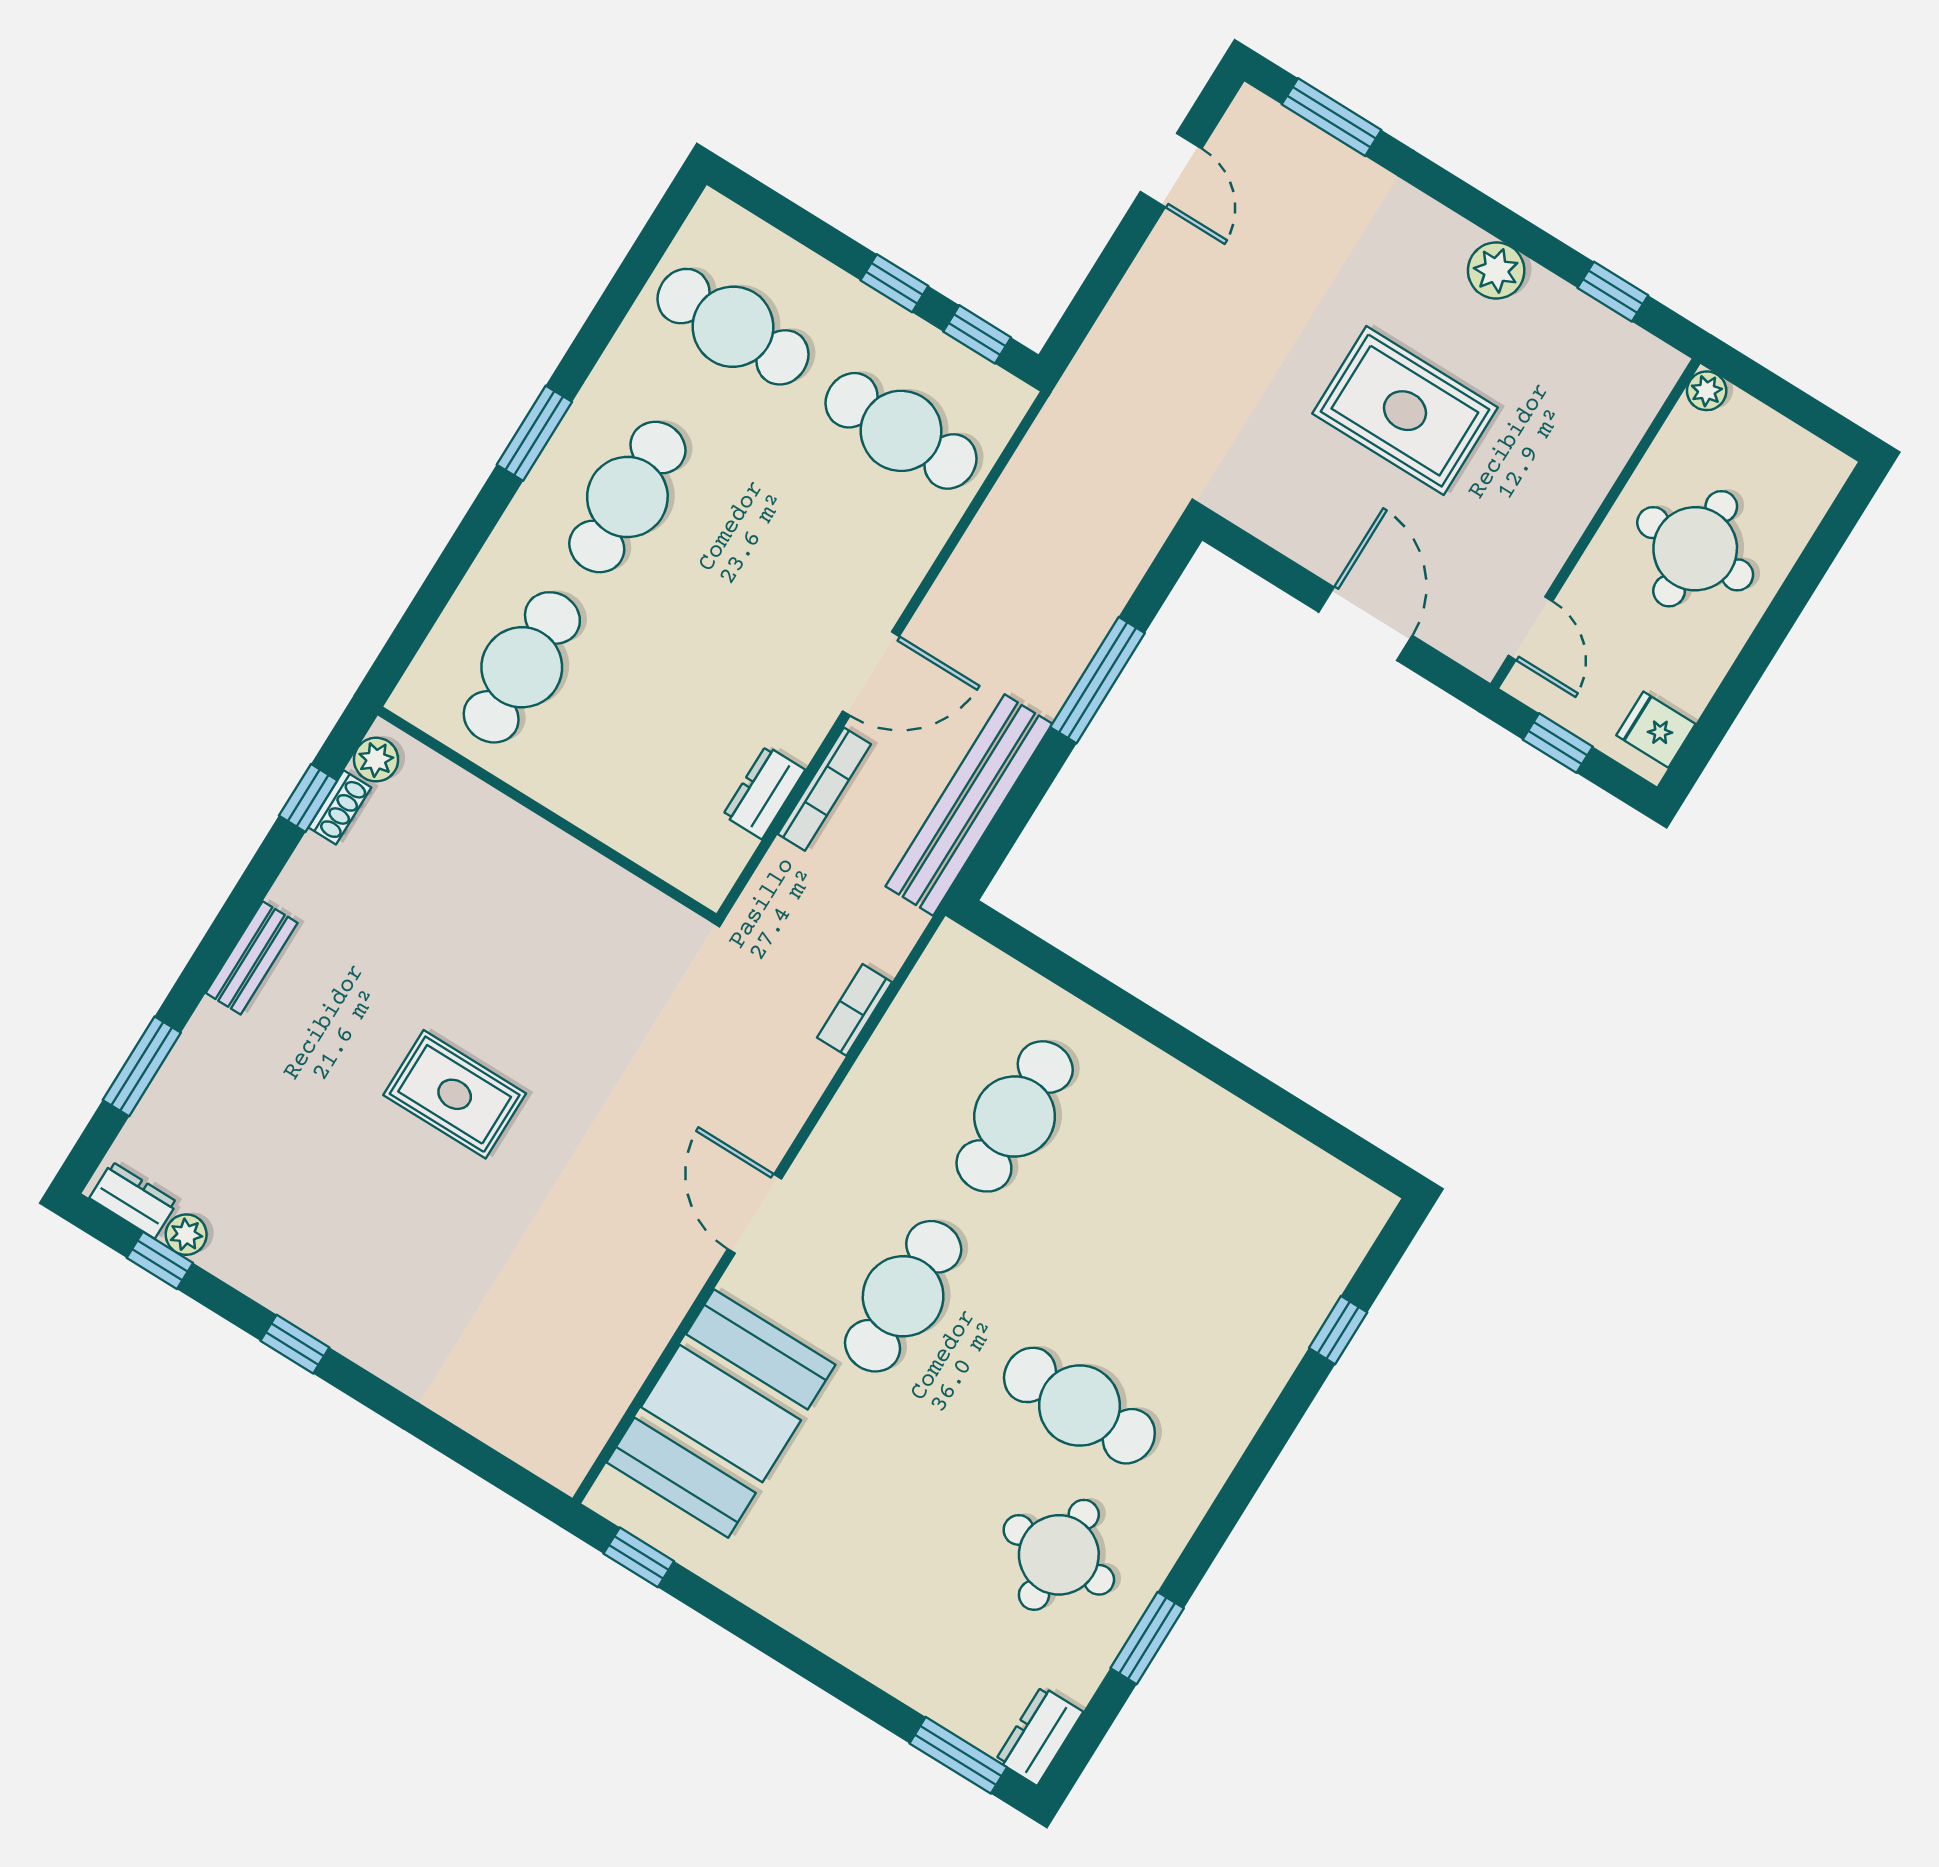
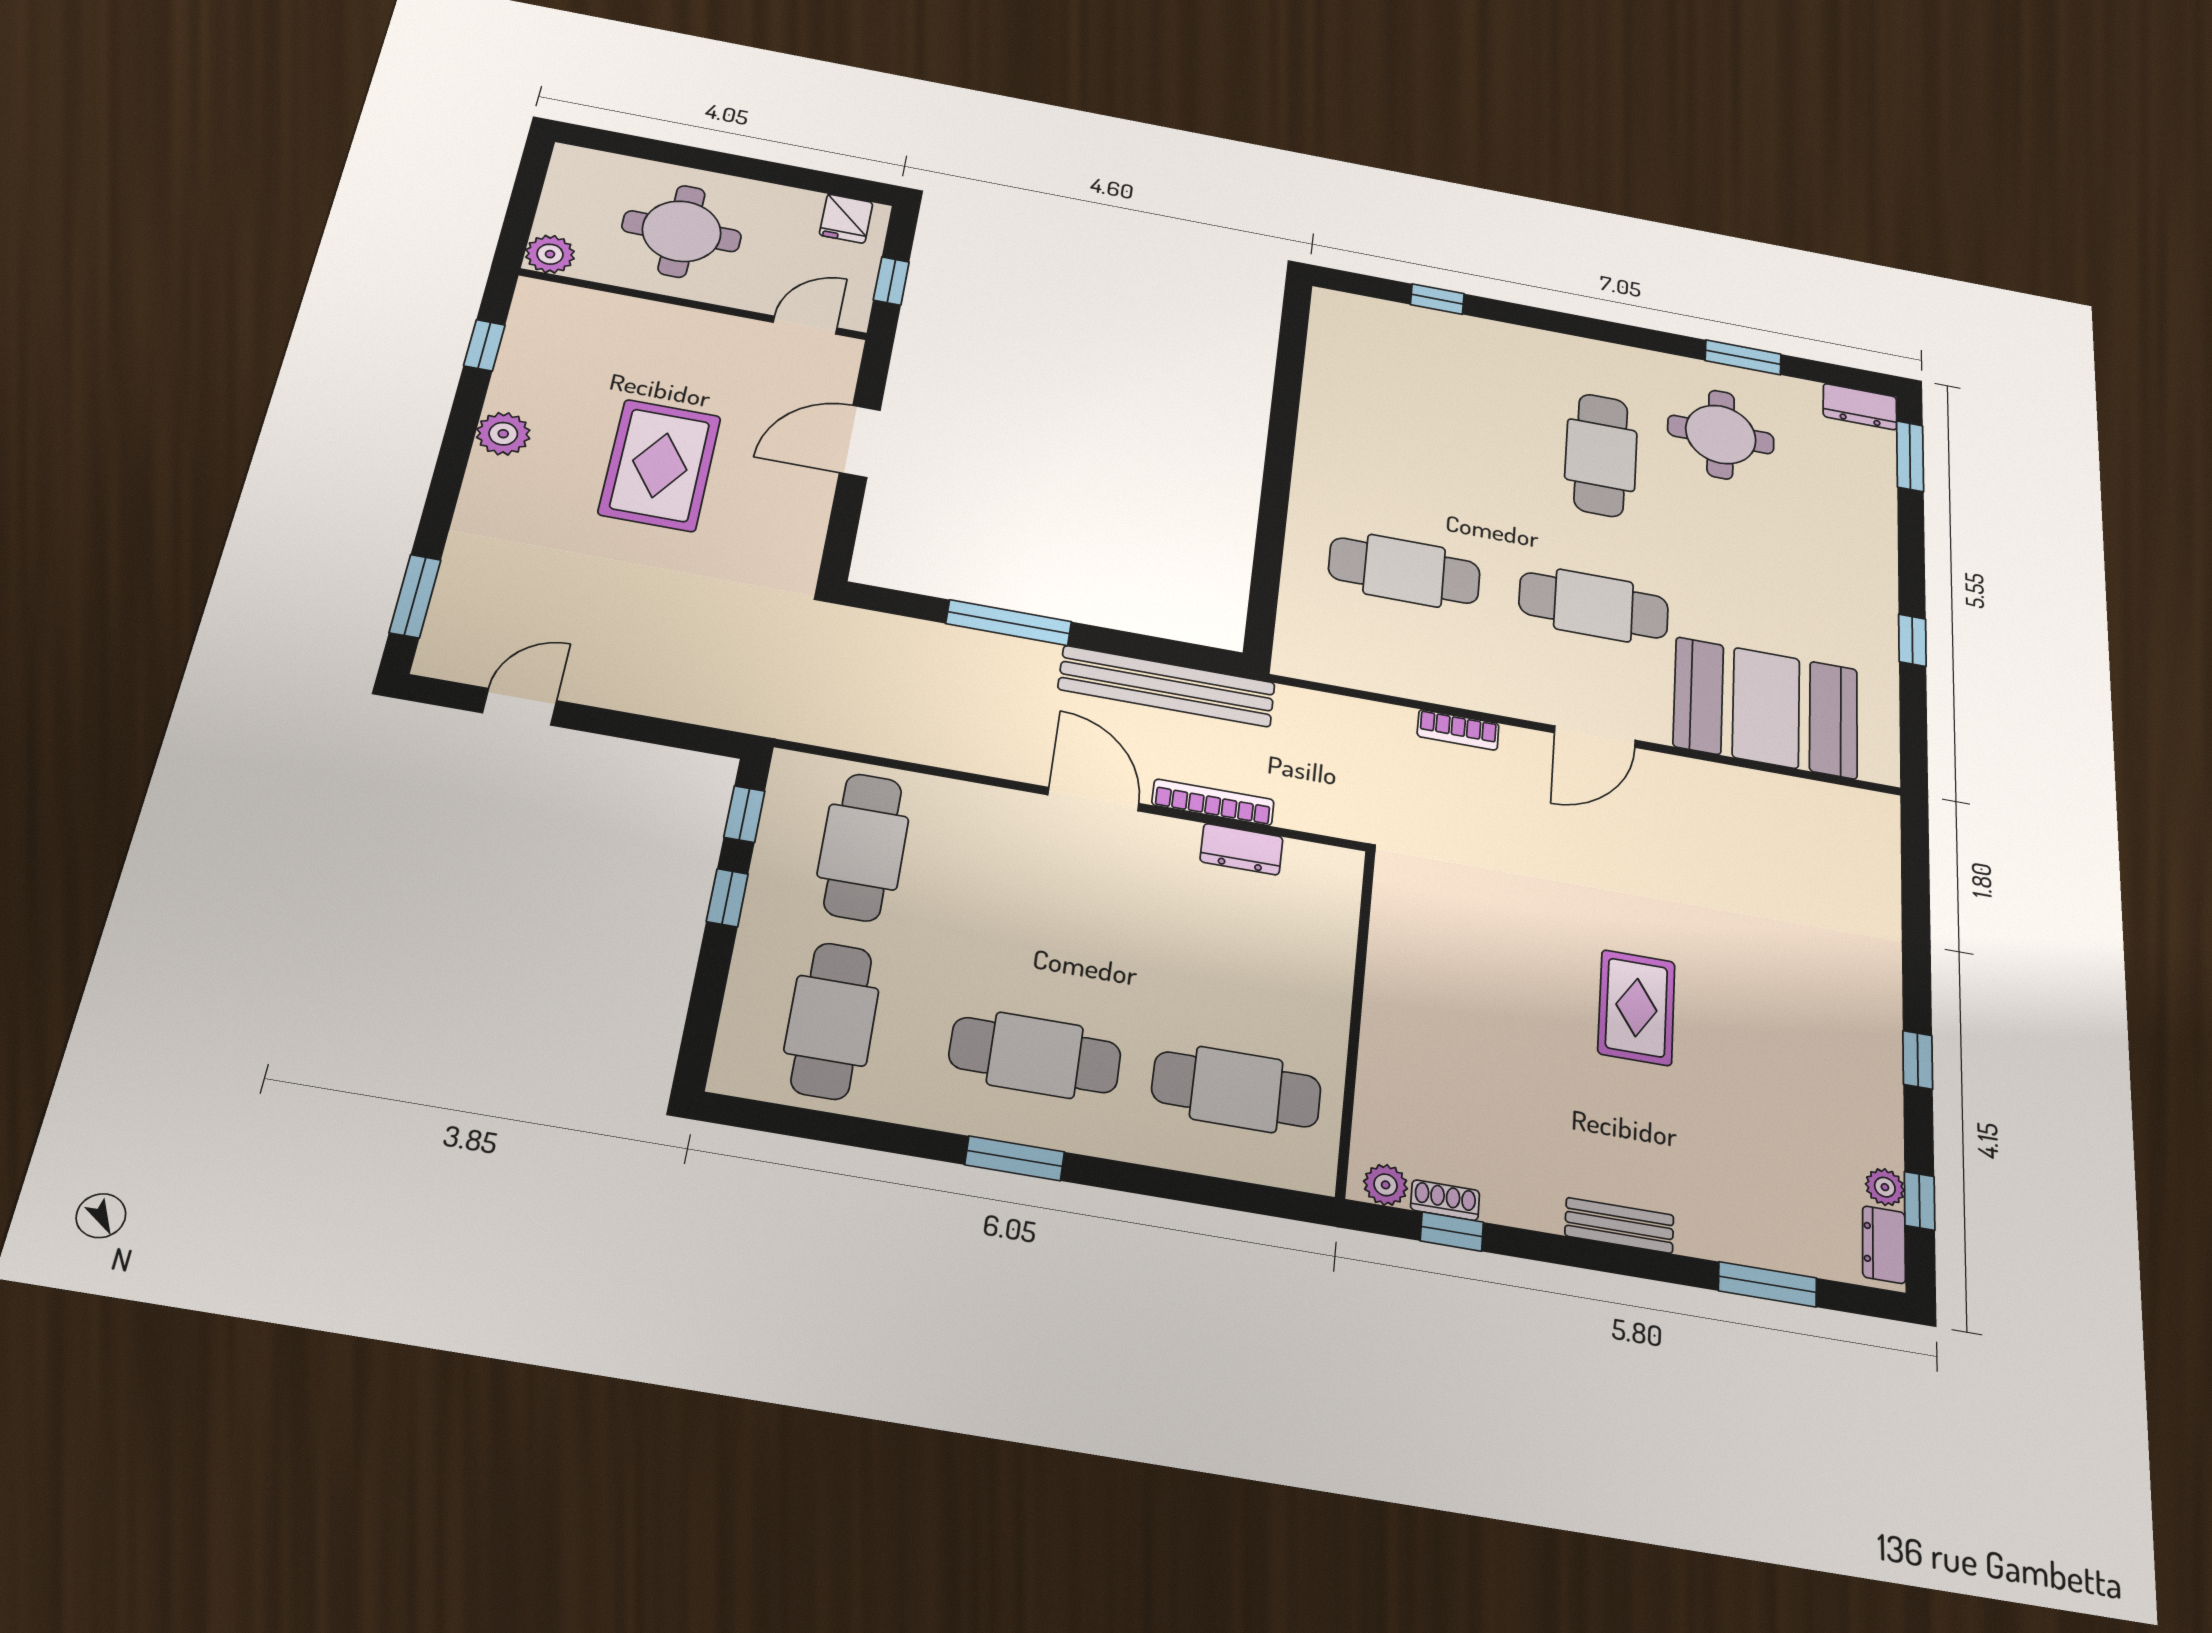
plant: (1707, 391) -> (550, 254), width x1.38, depth x1.38
bookcase: (854, 1010) -> (1458, 730), moved
window: (639, 1557) -> (1912, 640), moved

